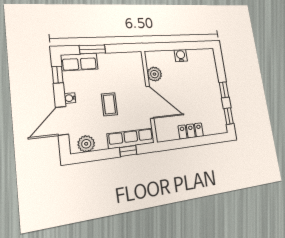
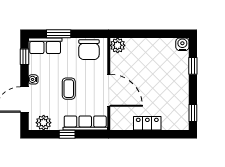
water cooler: (181, 56) -> (182, 44), moved
chair: (125, 63) -> (89, 50), added
plant: (154, 74) -> (118, 45), moved
window: (224, 90) -> (193, 66), moved
window: (128, 151) -> (67, 134), moved

